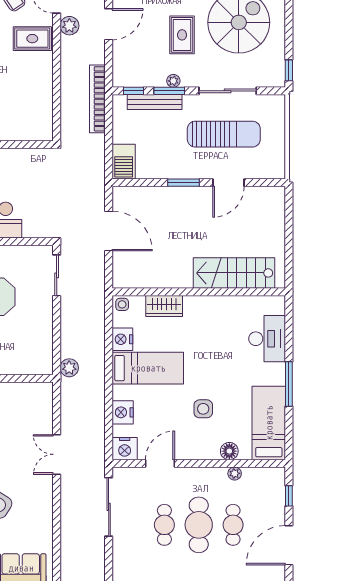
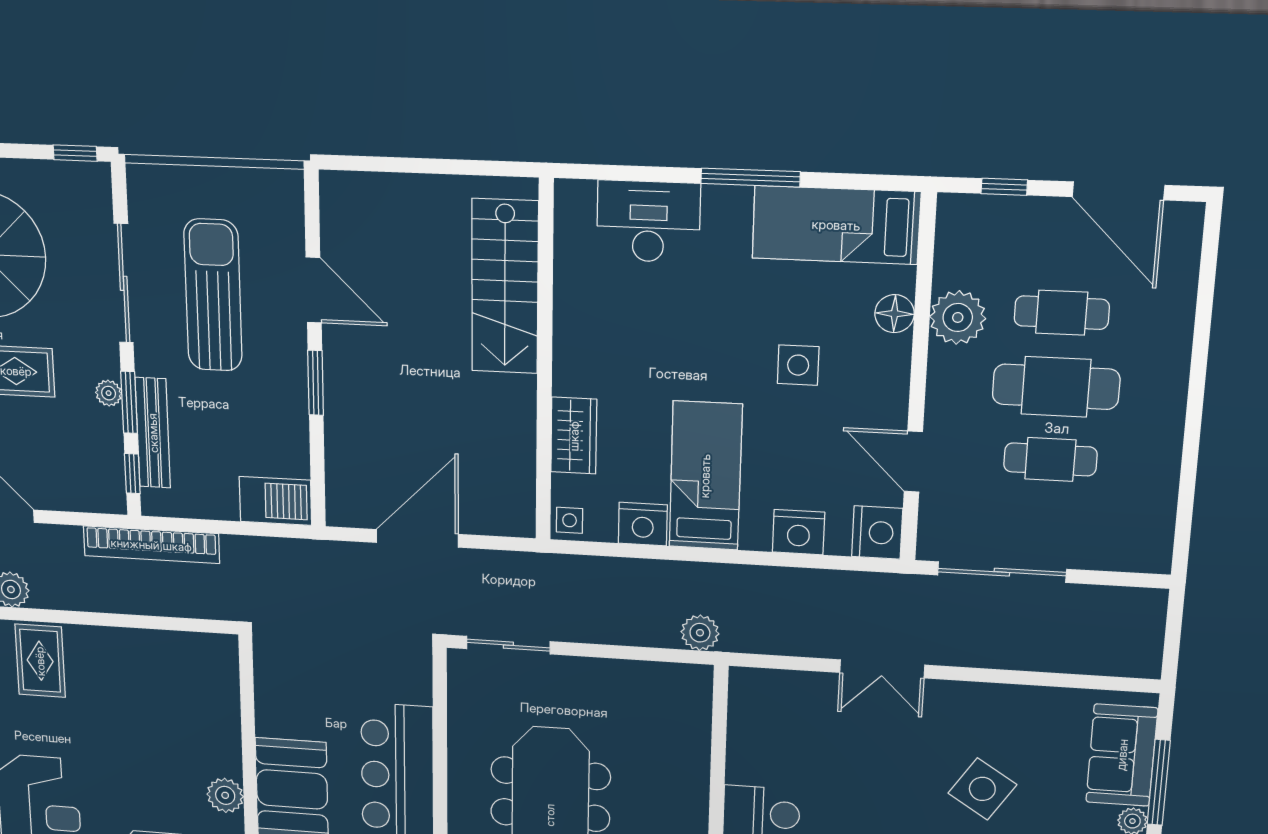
plant: (235, 473) -> (958, 317), width x1.88, depth x1.88

